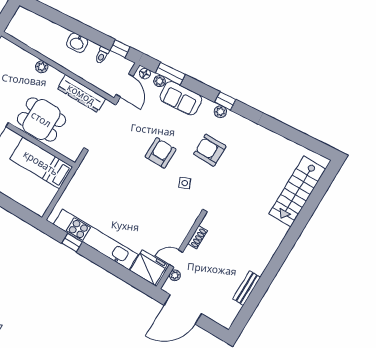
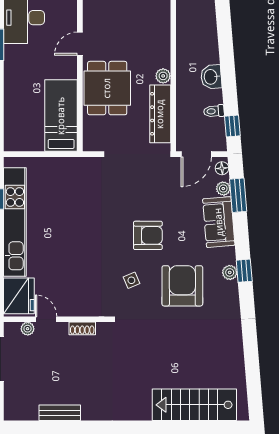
plant: (42, 67) -> (163, 76), moved
armchair: (210, 150) -> (182, 286), width x1.36, depth x1.36

